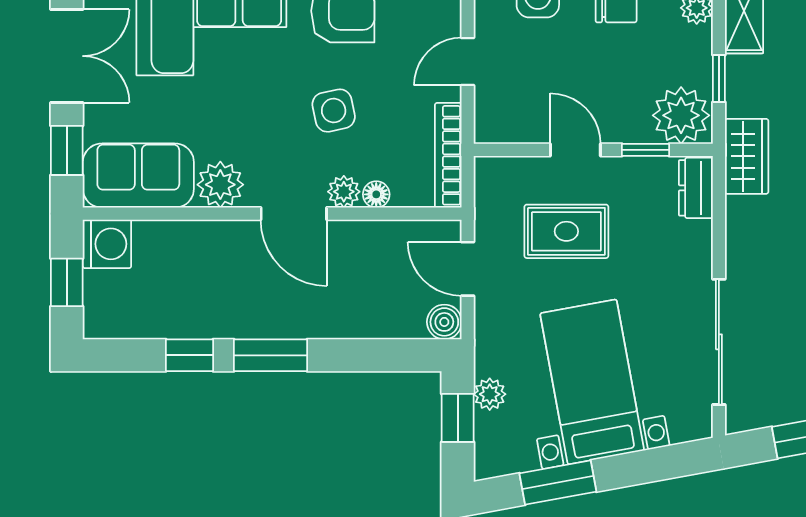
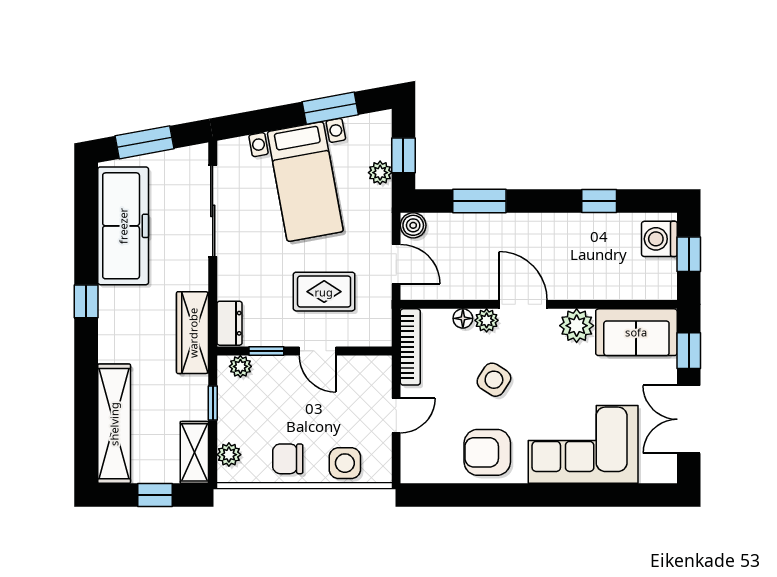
side table: (334, 111) -> (494, 380), turned 45
plant: (681, 115) -> (240, 366), width x0.53, depth x0.53
wardrobe: (747, 156) -> (193, 333), width x1.50
washing machine: (107, 244) -> (659, 239), moved
window: (270, 355) -> (479, 201), moved

